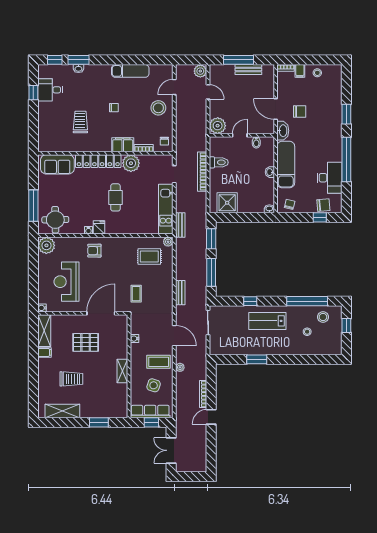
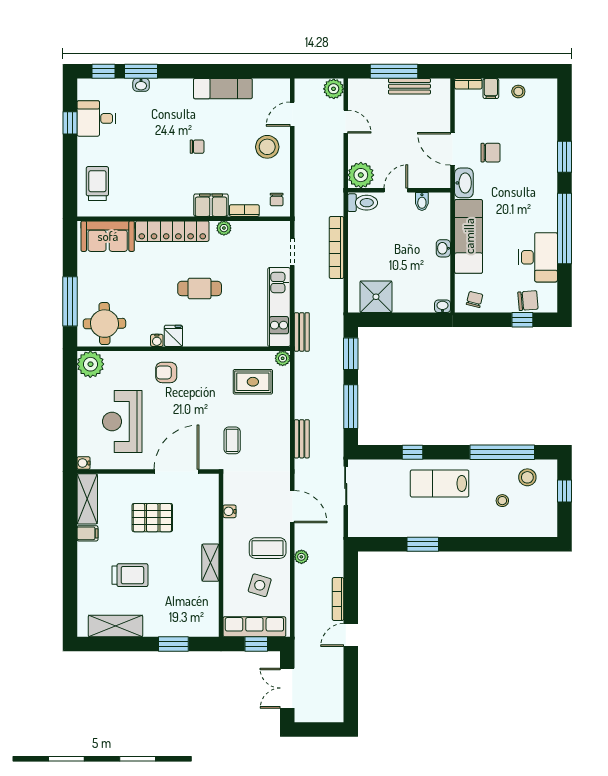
trolley: (80, 122) -> (97, 184), moved
toilet: (219, 162) -> (363, 203), moved
plant: (131, 163) -> (224, 228), width x0.53, depth x0.53
cafe table: (115, 197) -> (200, 288), turned 90

